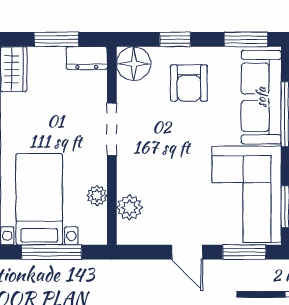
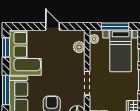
plant: (97, 196) -> (94, 39), moved
window: (244, 252) -> (26, 27), removed

